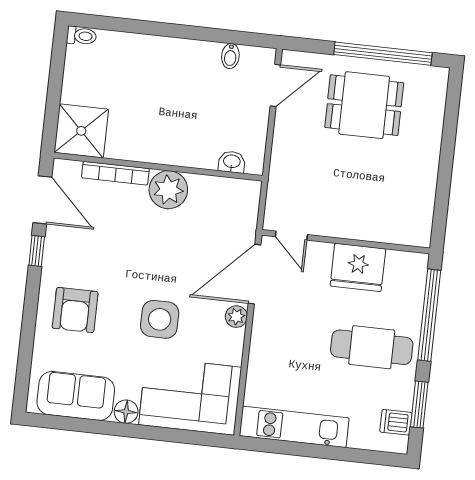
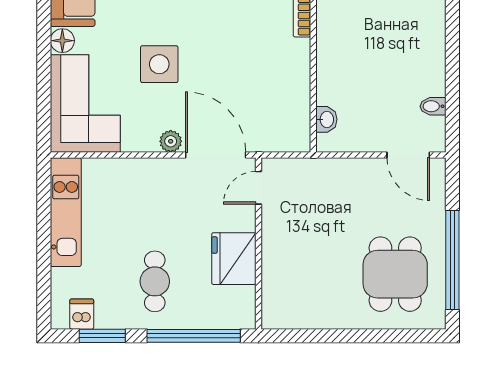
dining table: (364, 105) -> (395, 274), moved
plant: (168, 190) -> (291, 59), removed
cafe table: (372, 347) -> (155, 281), width x0.73, depth x0.74

